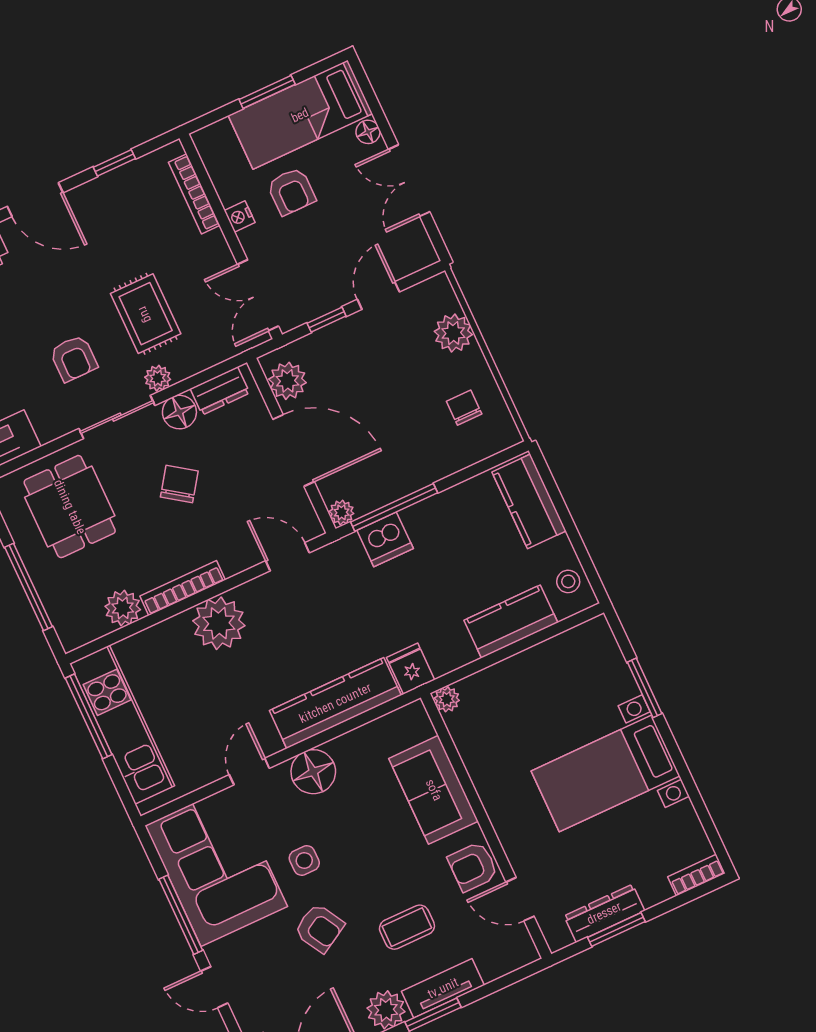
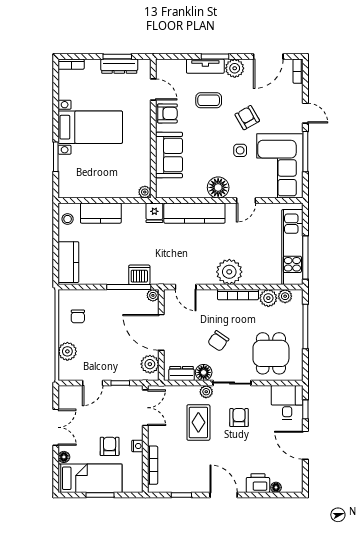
plant: (93, 626) -> (285, 296), added

